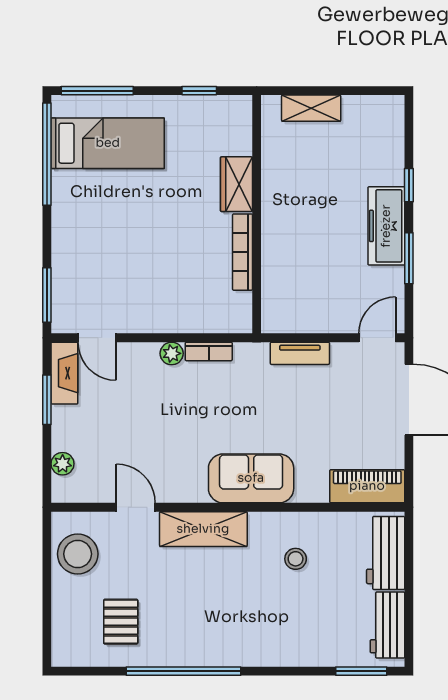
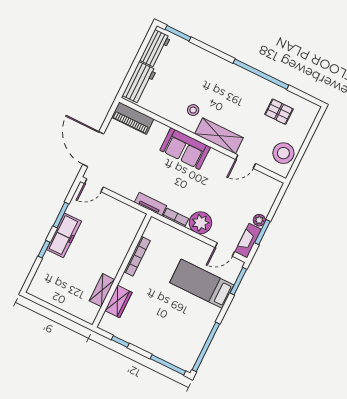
shelving: (311, 108) -> (102, 290), moved, turned 90
bed: (108, 143) -> (202, 284), moved
wardrobe: (236, 184) -> (118, 301), moved
door: (97, 338) -> (225, 250), swing flipped
plant: (172, 353) -> (200, 223), width x1.87, depth x1.87
tv unit: (300, 353) -> (150, 204), moved
plant: (63, 464) -> (259, 220), moved
door: (136, 507) -> (246, 162), hinge flipped
stool: (296, 559) -> (193, 110), moved
pallet: (121, 622) -> (279, 112), turned 90

